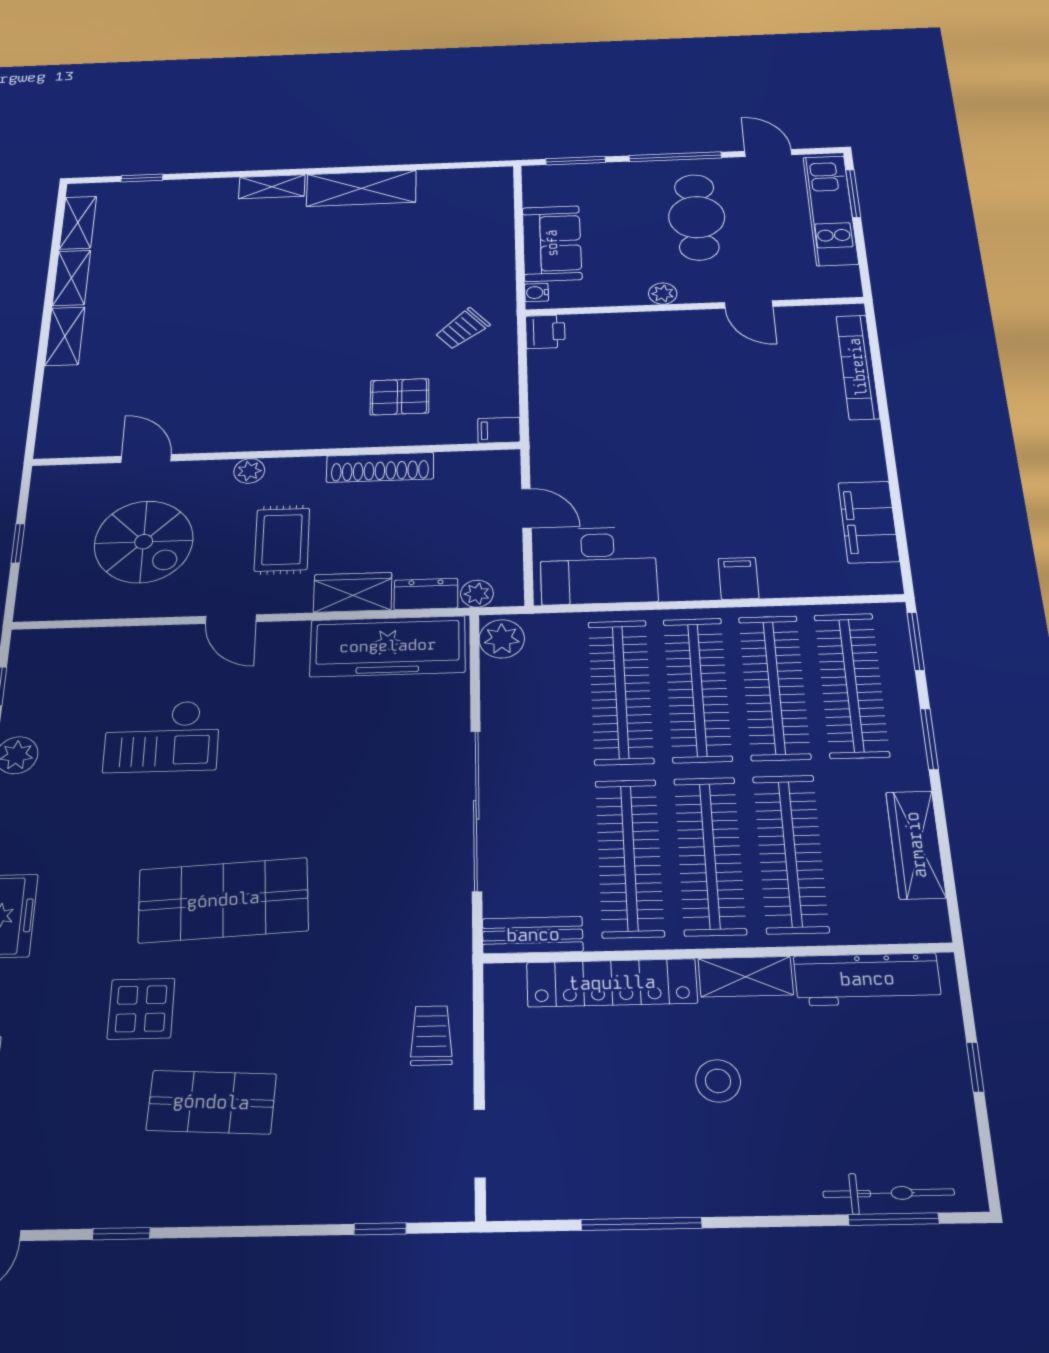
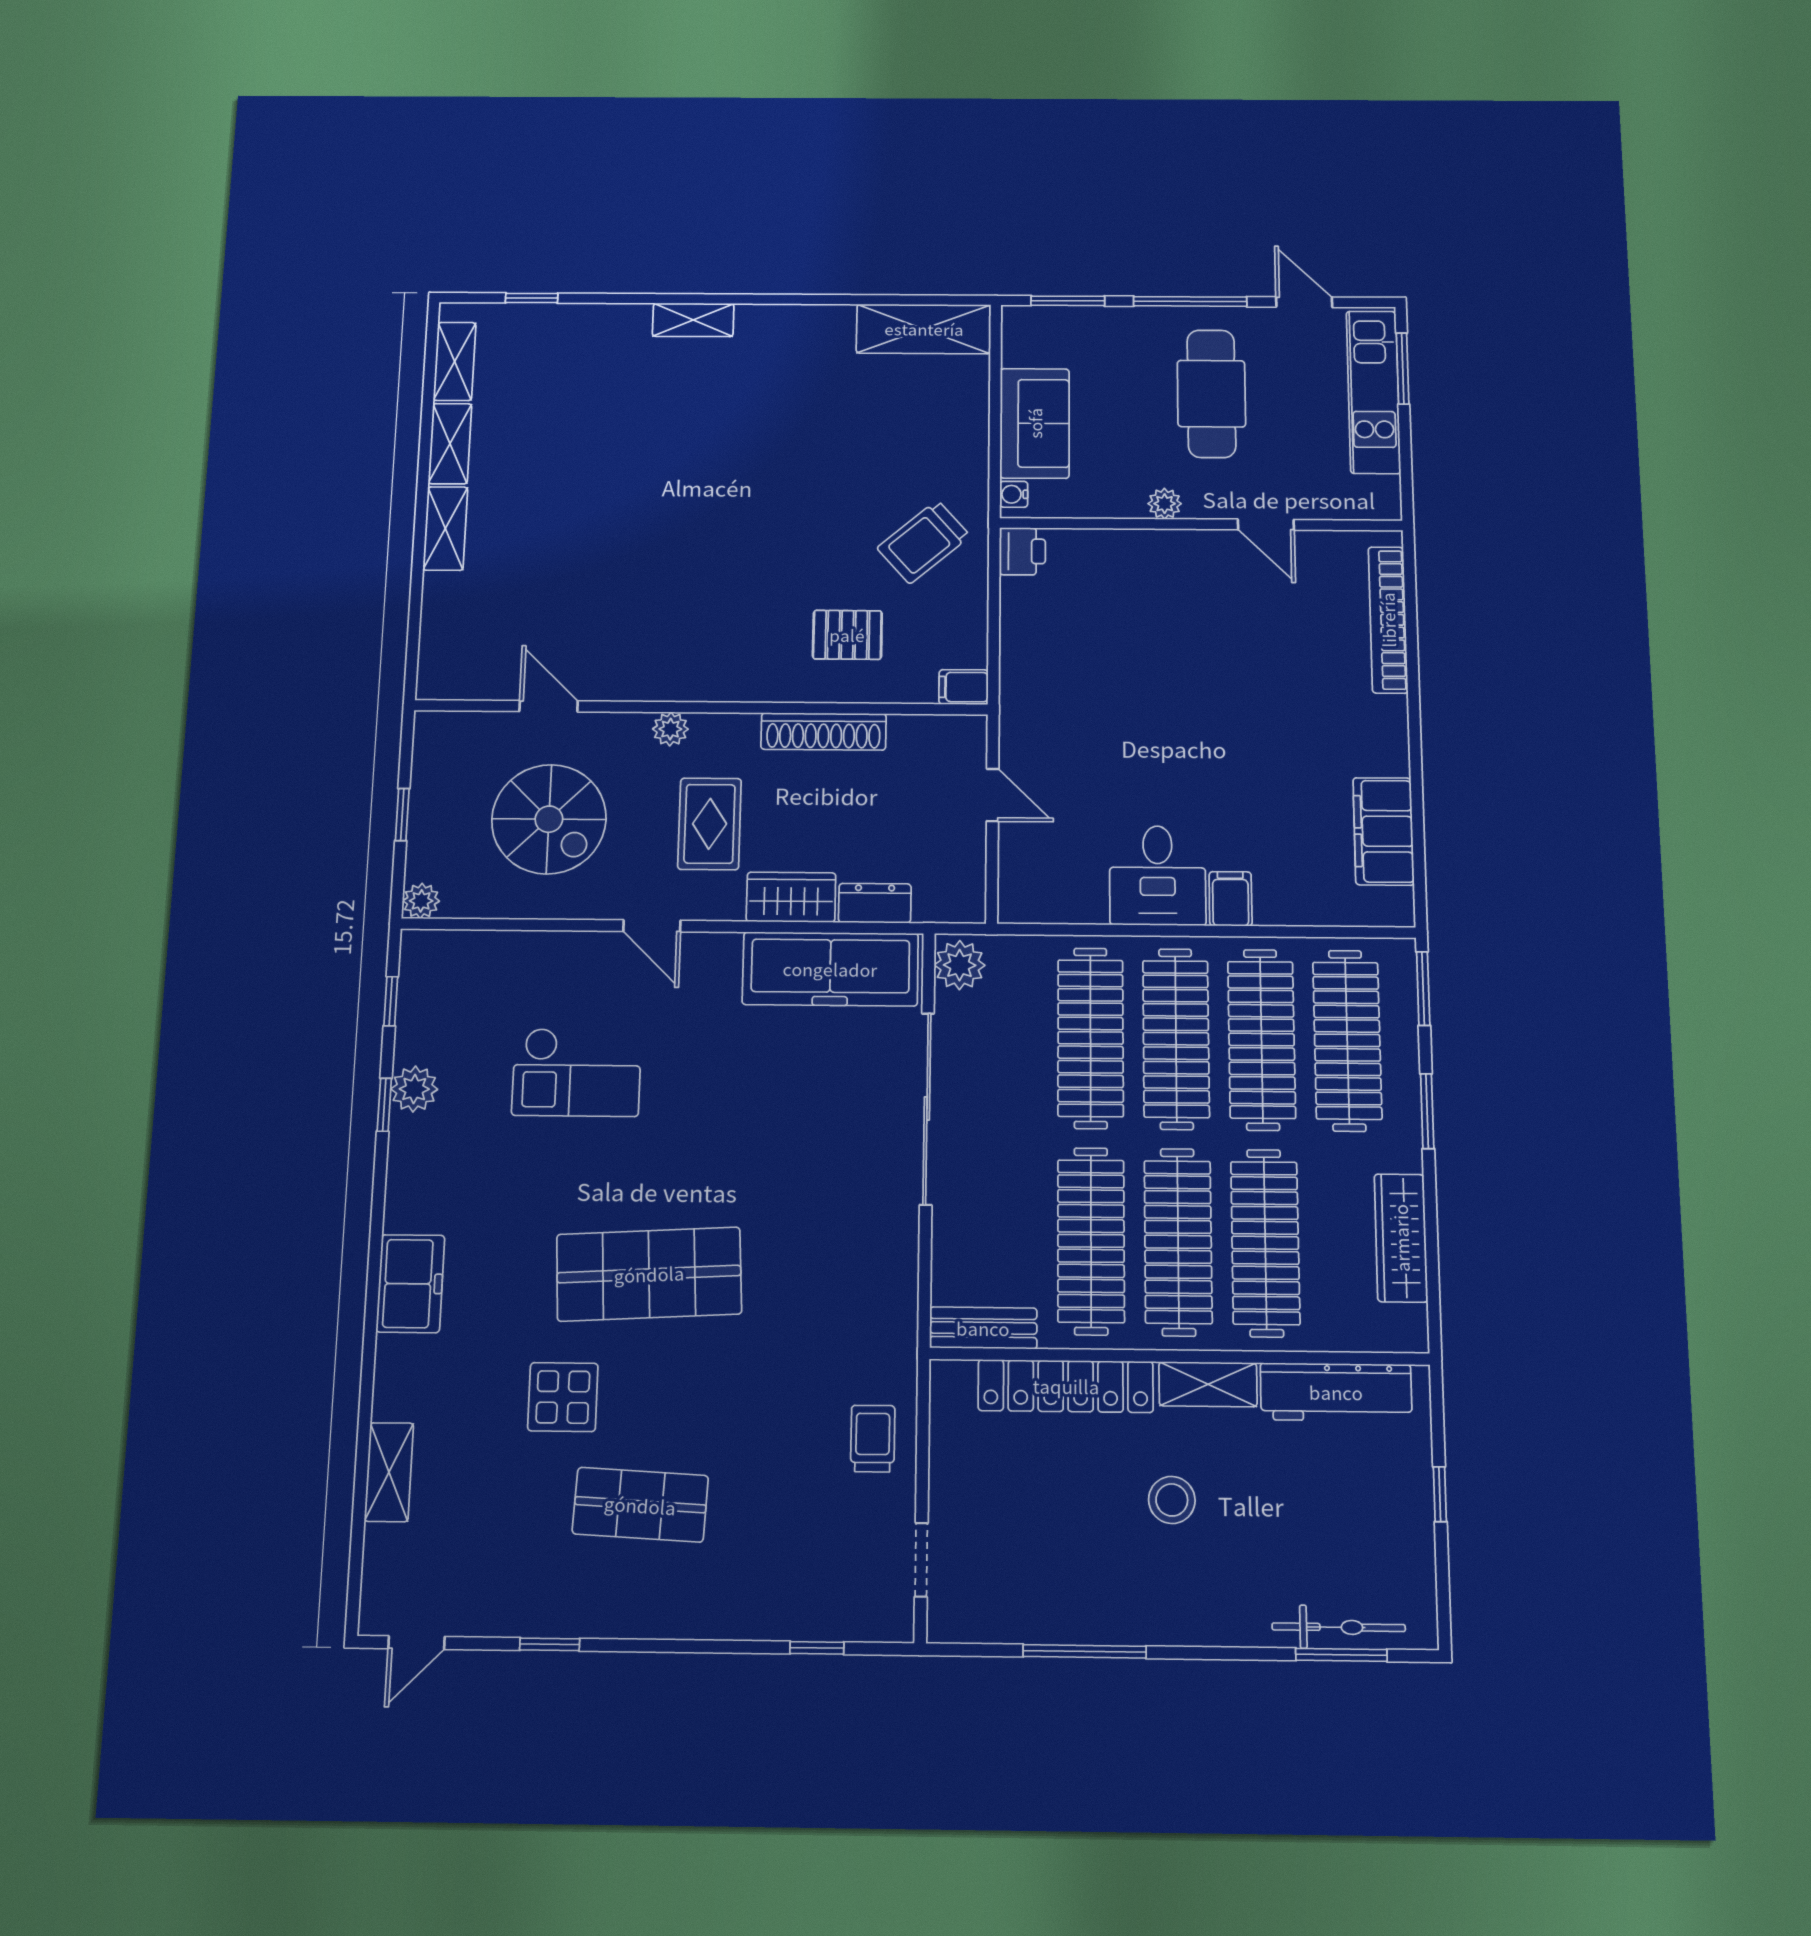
shelving: (361, 188) -> (924, 329), moved
trolley: (462, 329) -> (924, 542), width x1.36, depth x1.39
desk: (598, 566) -> (1158, 876), moved, width x0.73
plant: (477, 594) -> (421, 901), moved
sliding door: (476, 810) -> (927, 1108), moved

